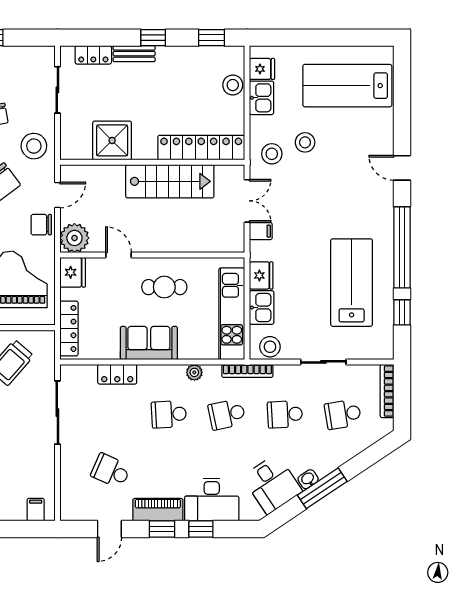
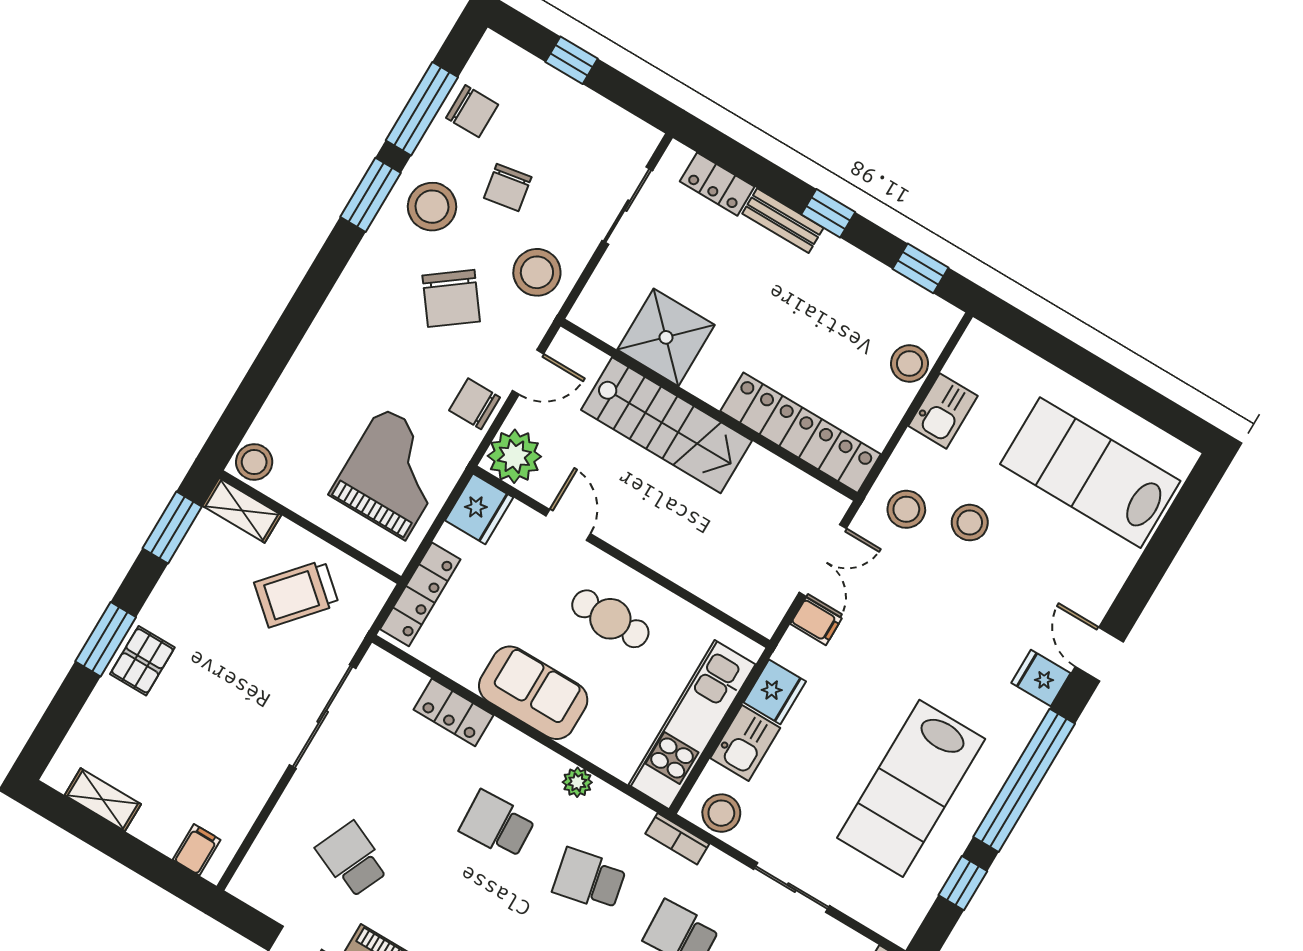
fridge: (262, 69) -> (1041, 678), moved, turned 180
stairs: (170, 181) -> (666, 425), moved
lab bench: (352, 283) -> (911, 788), turned 180
bookcase: (247, 371) -> (677, 839), width x0.64

